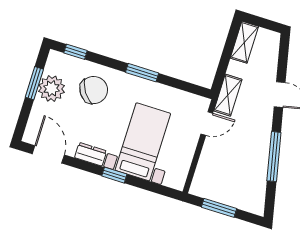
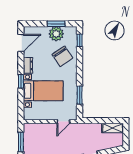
window: (142, 73) -> (80, 95), moved
shelving: (228, 95) -> (82, 128), removed
door: (207, 124) -> (63, 122), hinge flipped

